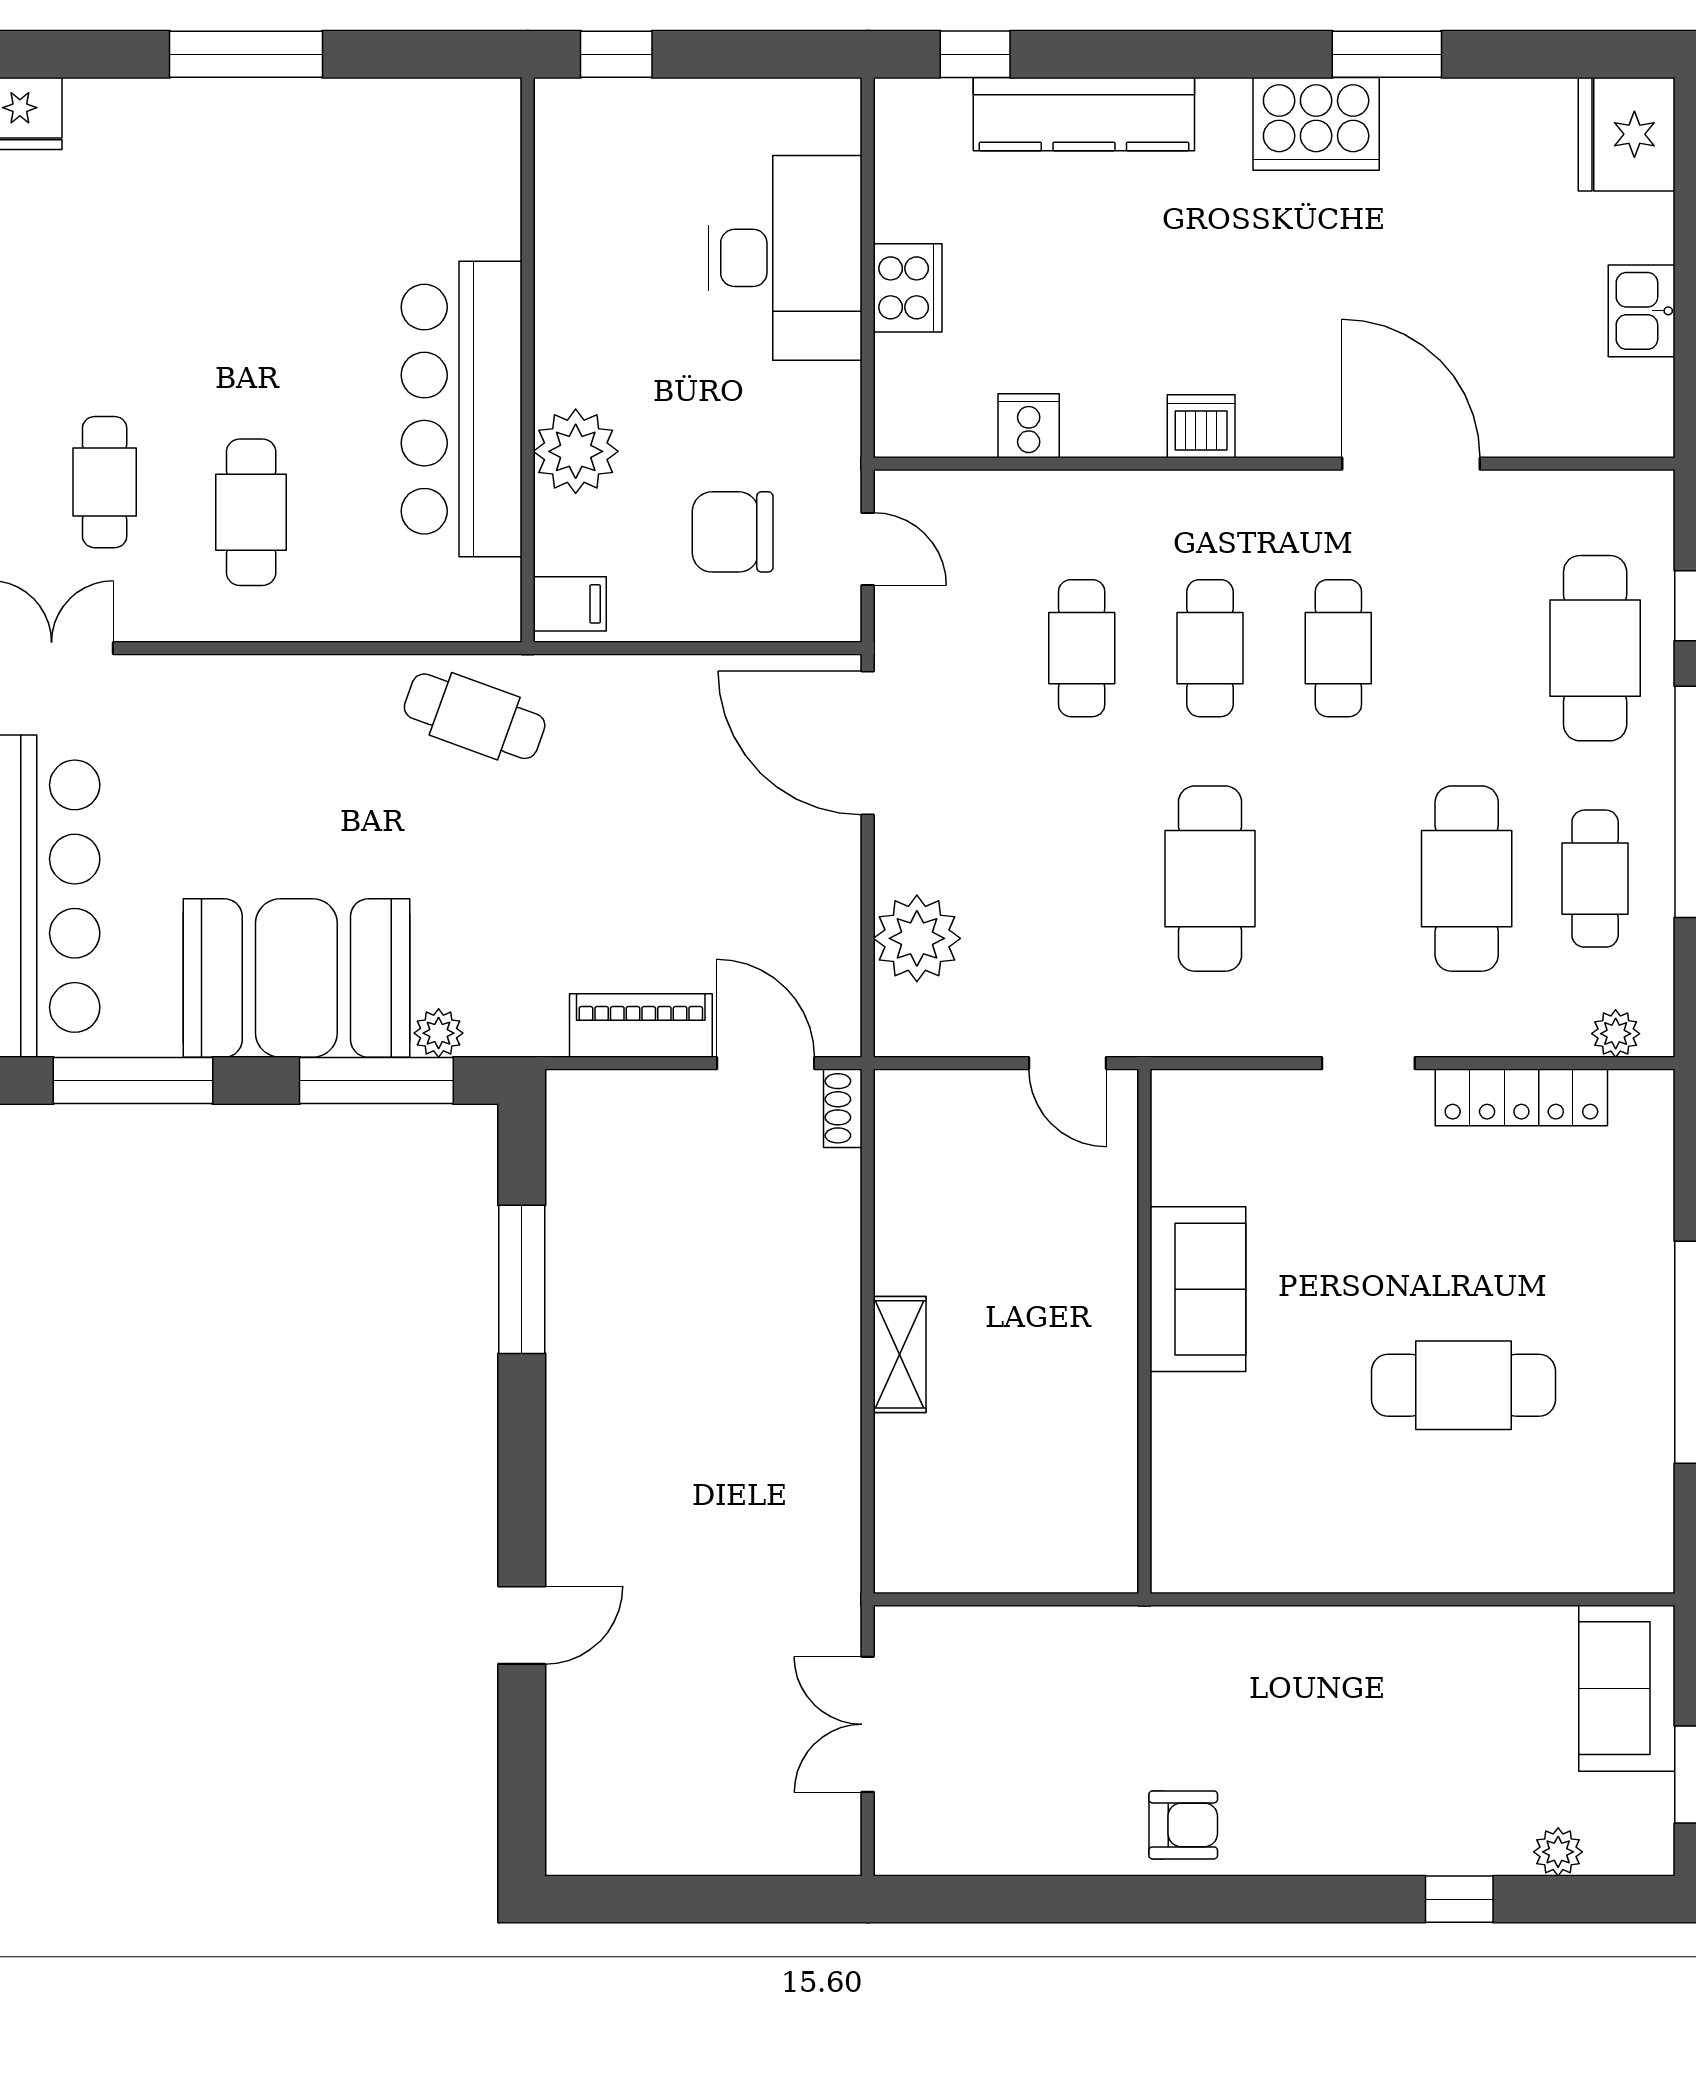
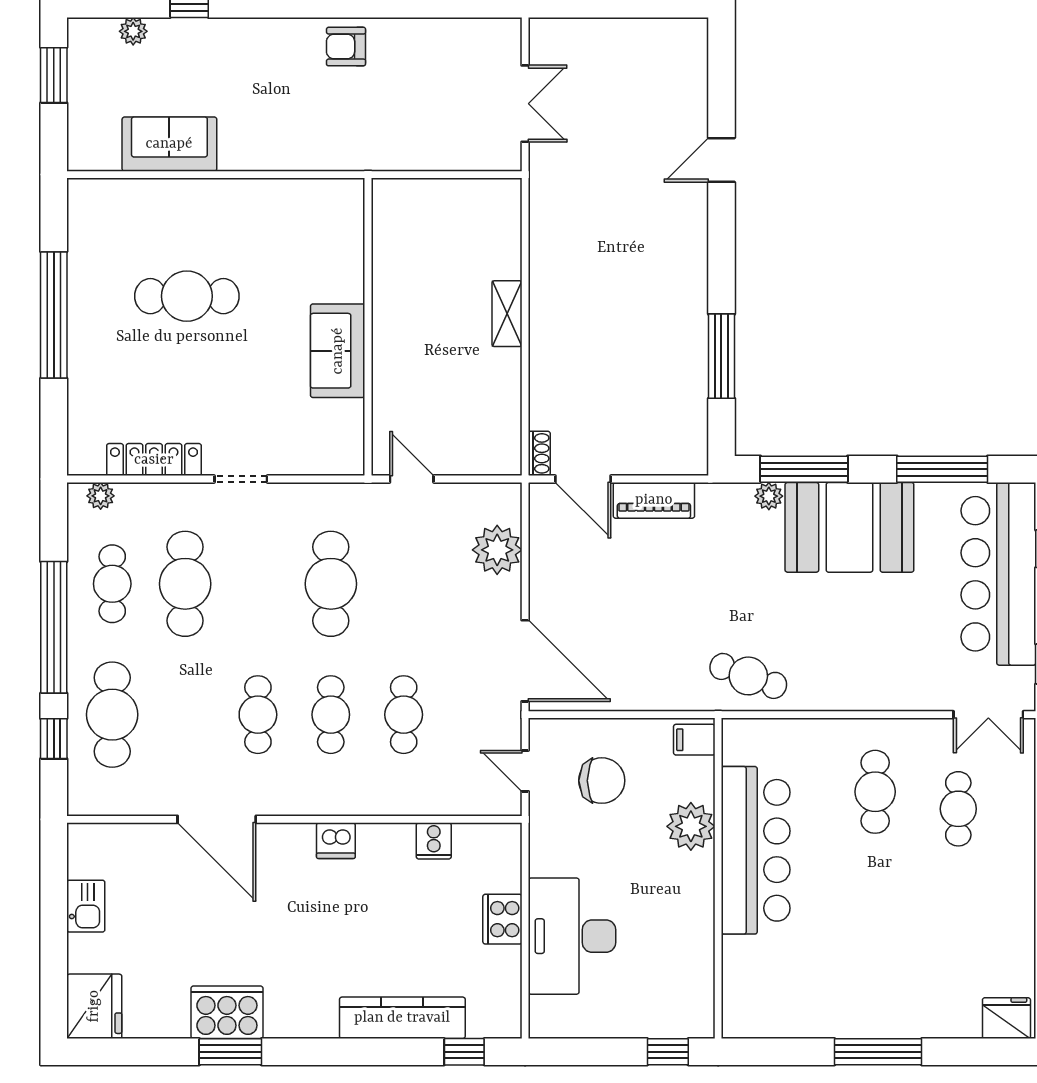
cooker: (1316, 124) -> (227, 1012), moved
sofa: (1627, 1688) -> (169, 144), moved, turned -90

